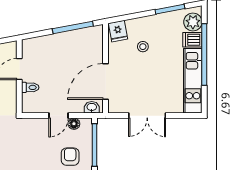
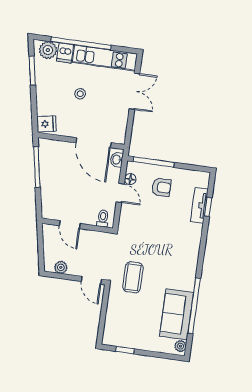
stool: (143, 47) -> (80, 94), moved
toilet: (30, 87) -> (103, 218), moved
double door: (147, 116) -> (134, 91), moved
armchair: (70, 157) -> (162, 187), turned 180

